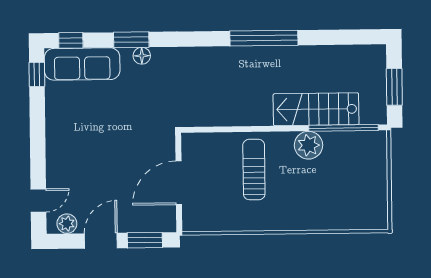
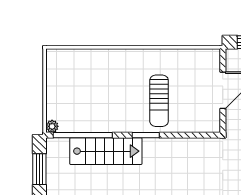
window: (269, 129) -> (146, 135), added
plant: (308, 145) -> (52, 126), moved, width x0.53, depth x0.53

